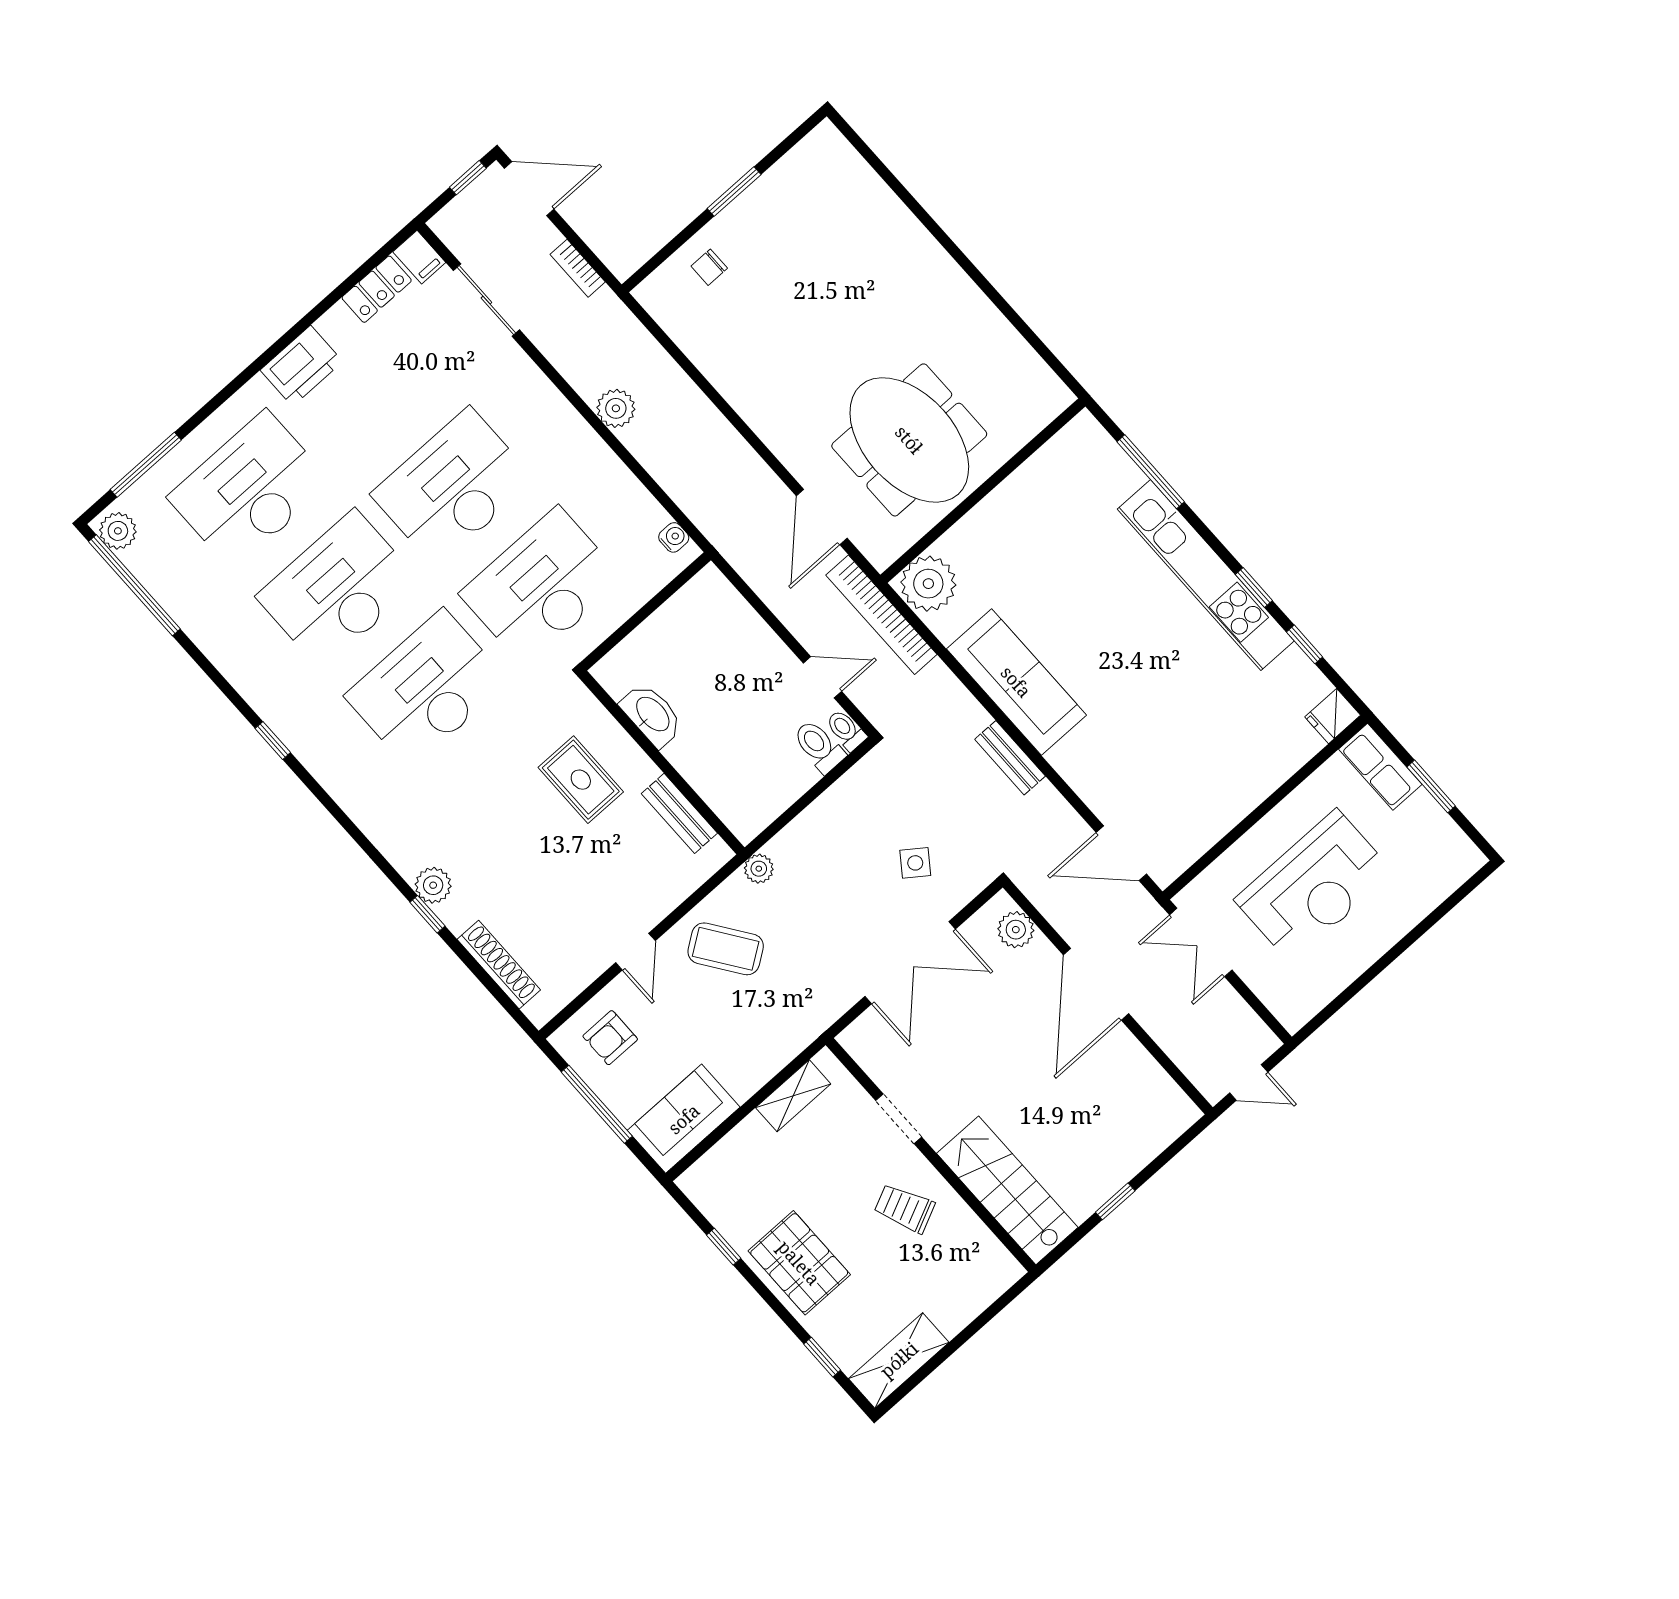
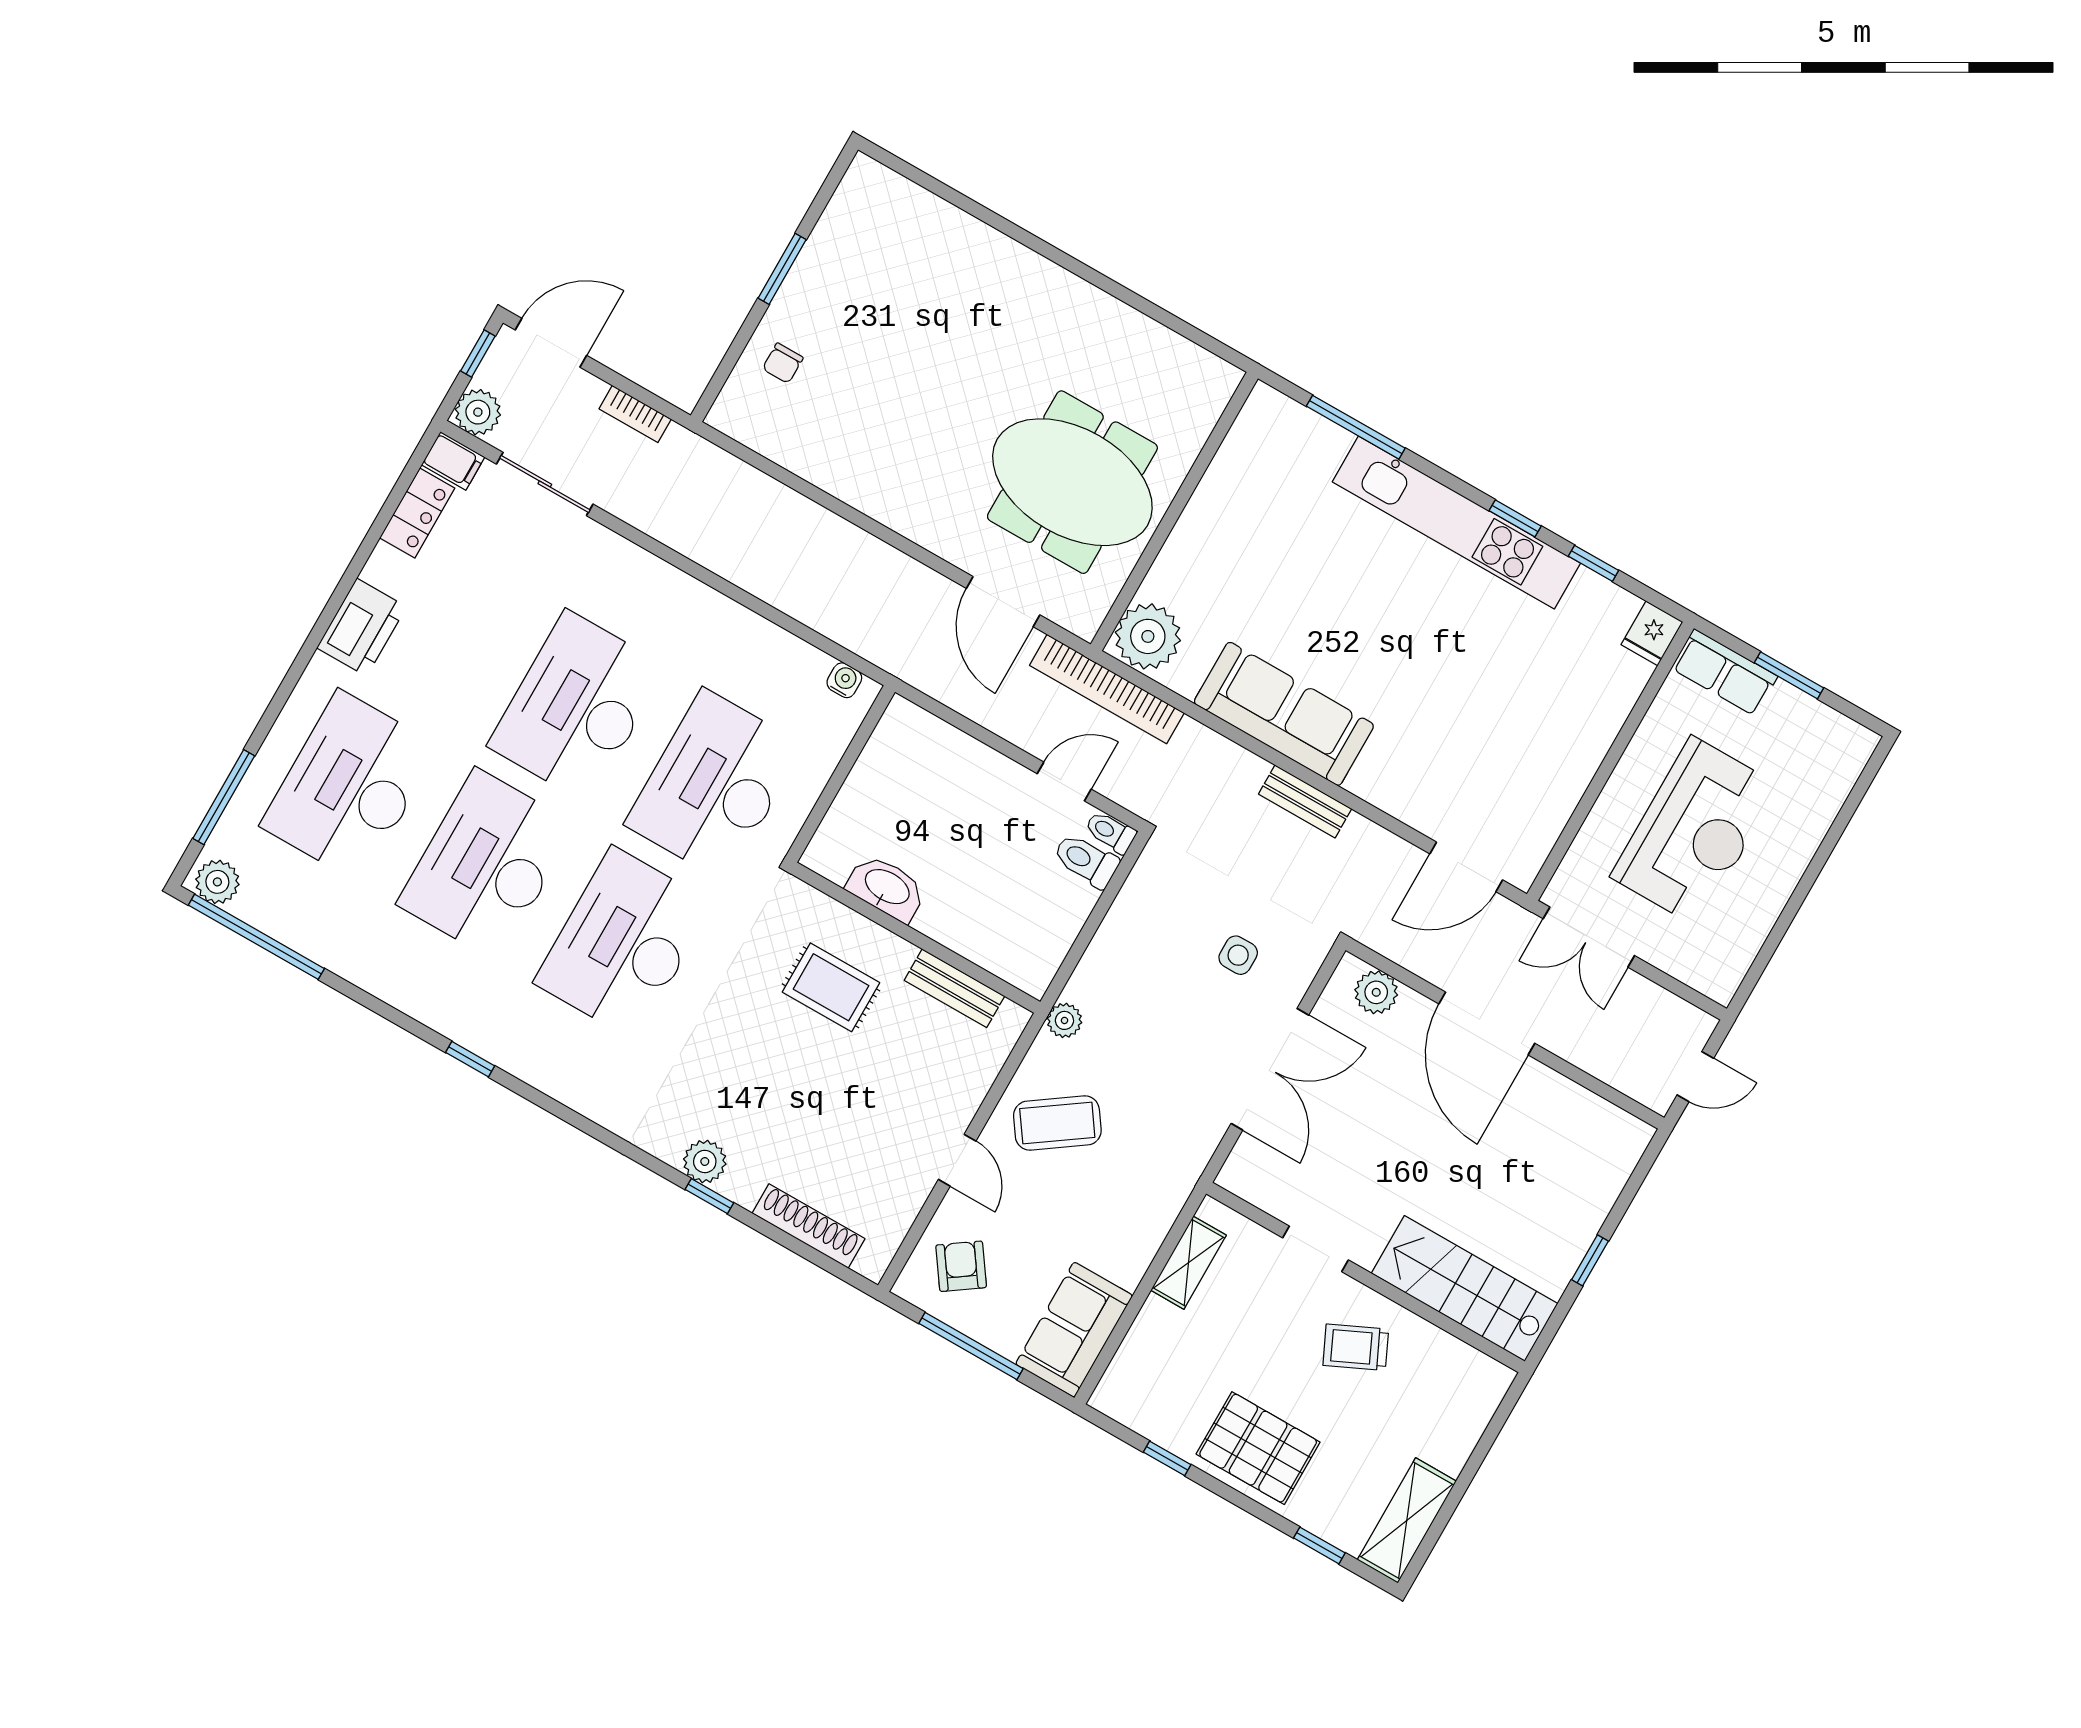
plant: (616, 408) -> (478, 412), moved
side table: (915, 863) -> (1238, 955), turned -36
armchair: (610, 1038) -> (961, 1266), turned 145

